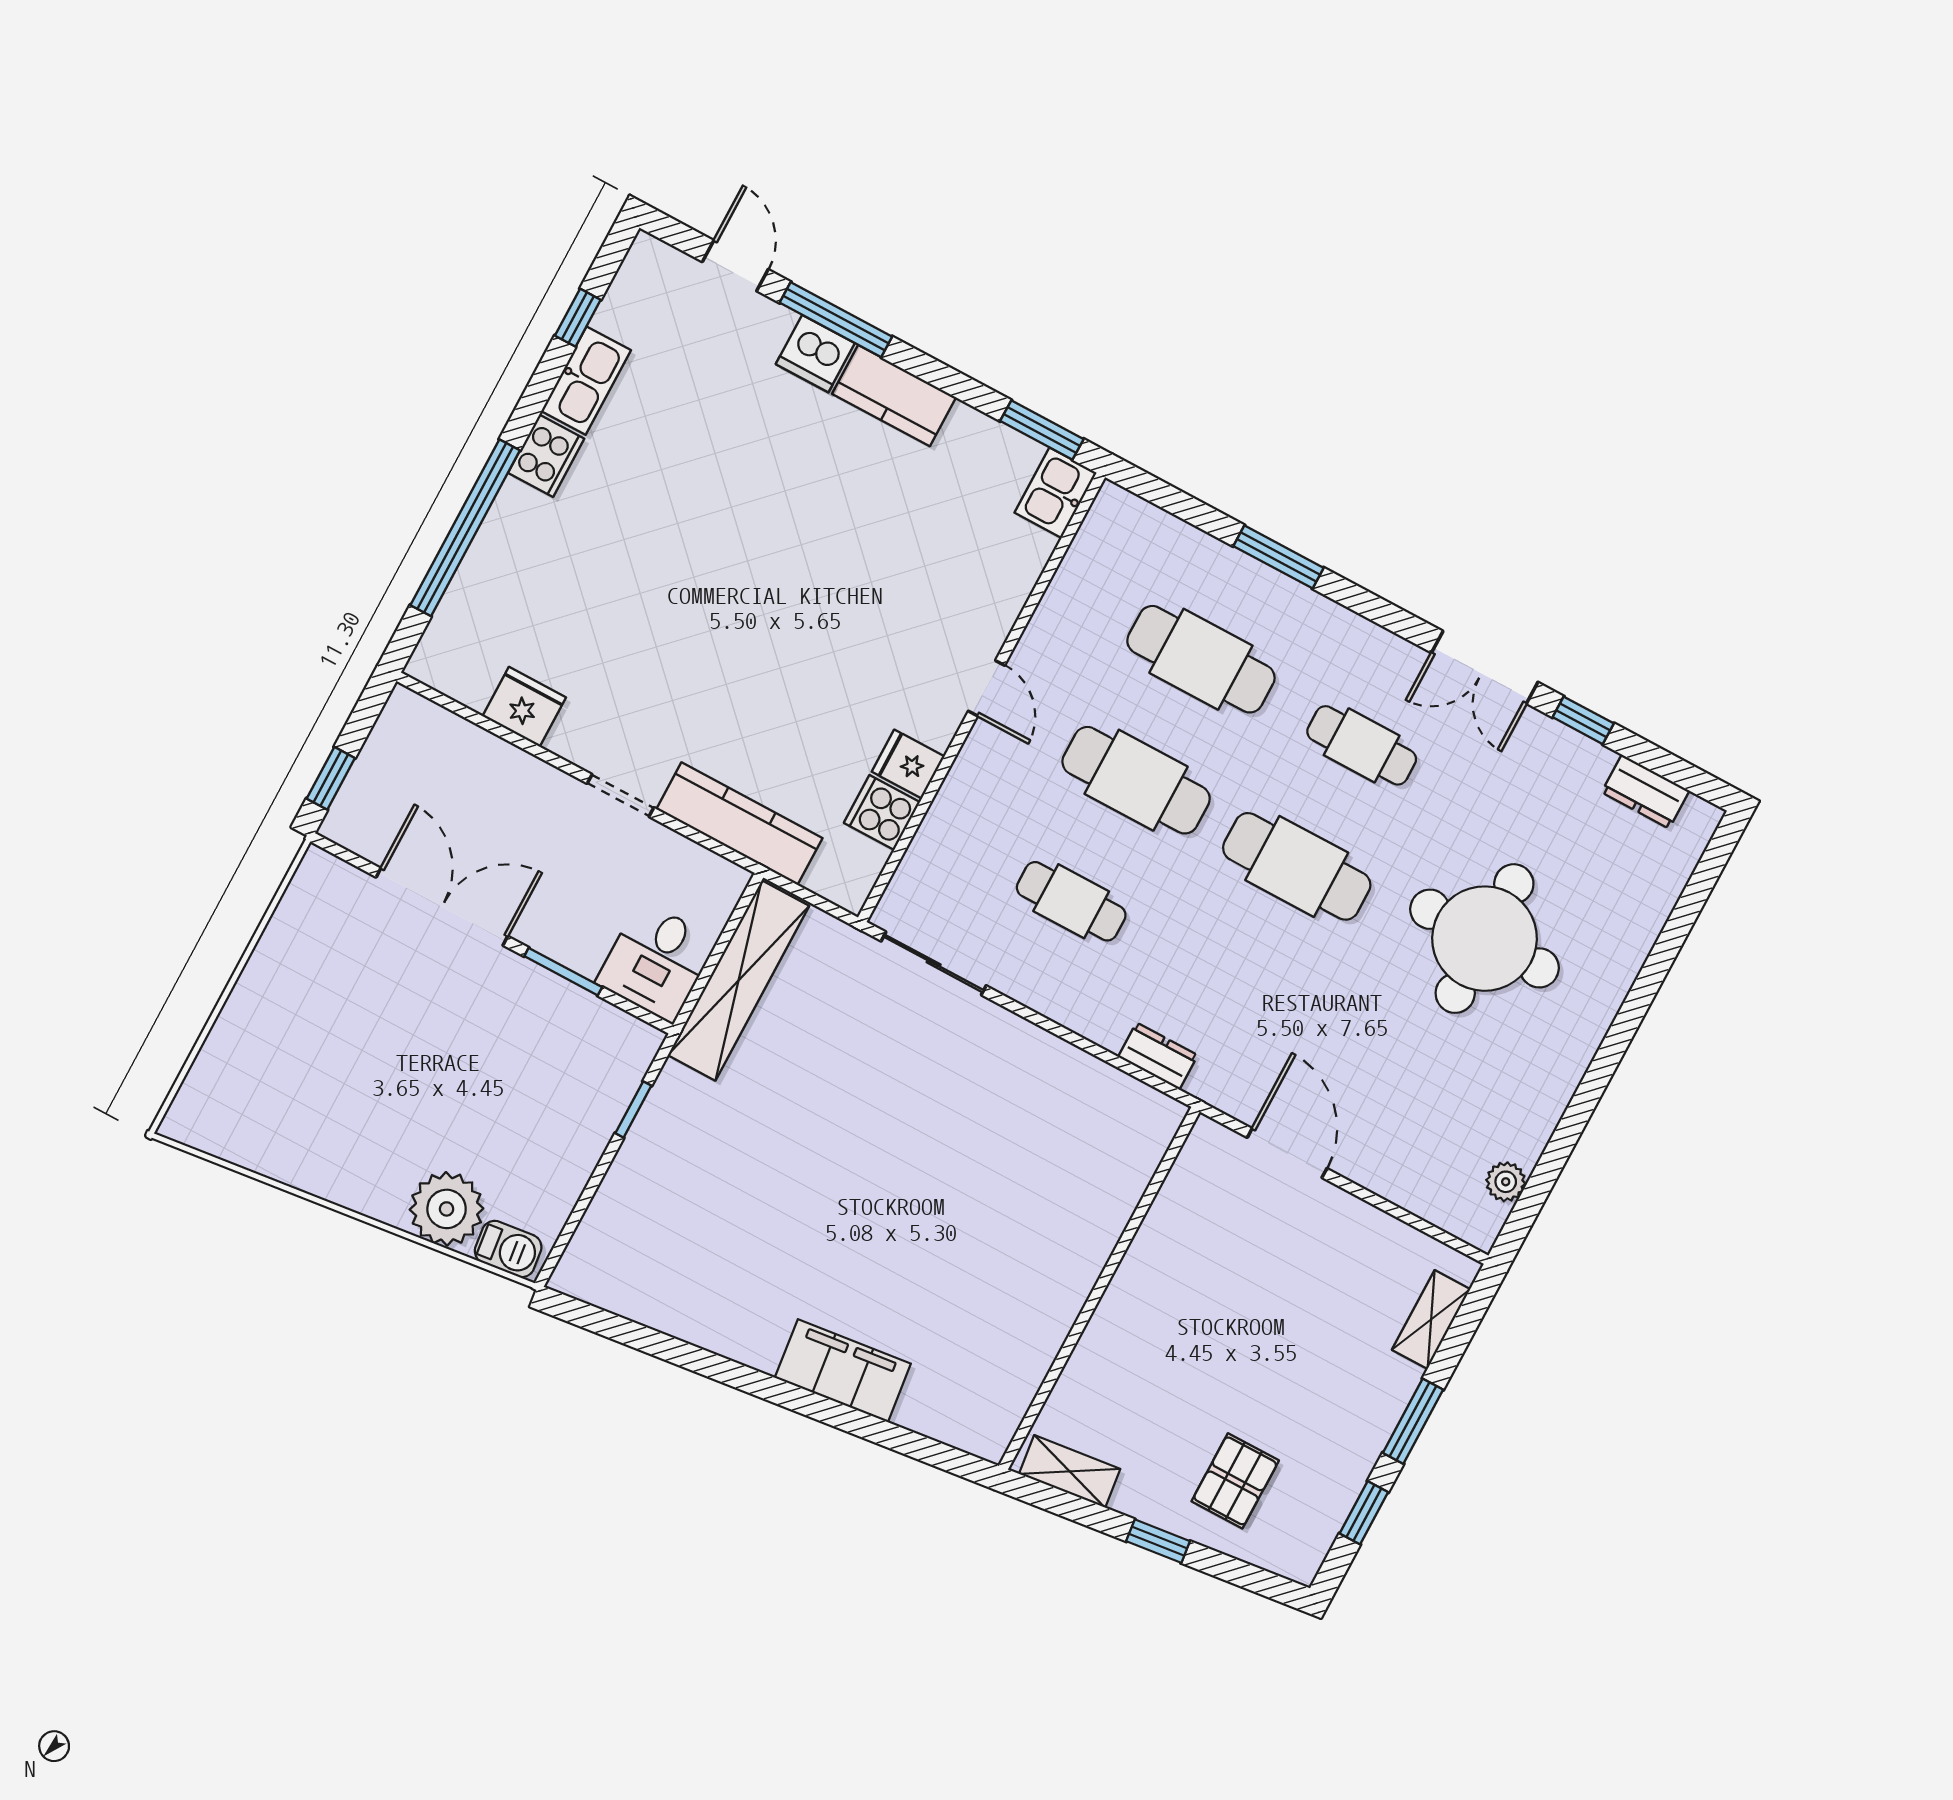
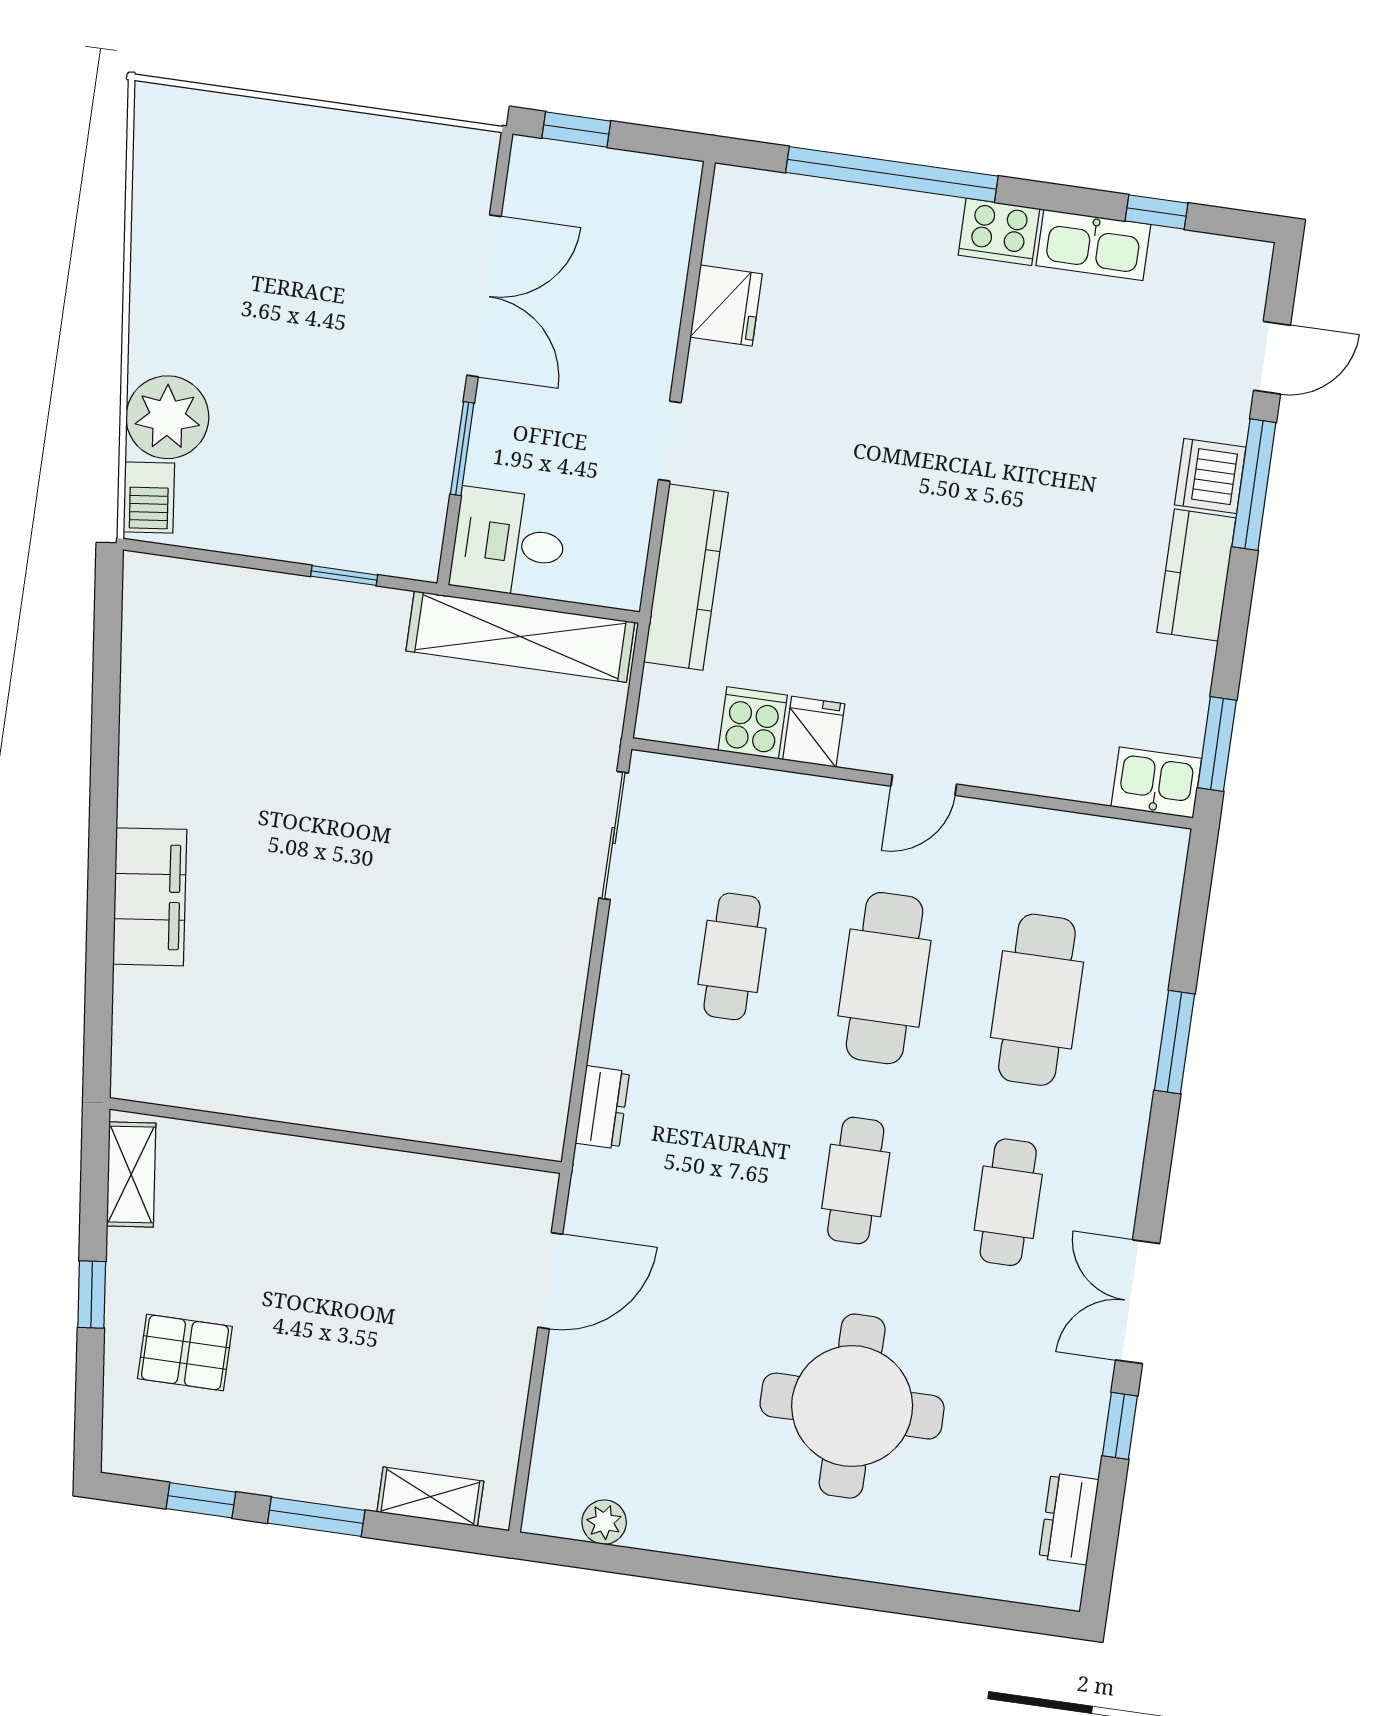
cafe table: (1297, 866) -> (856, 1181), width x0.73, depth x0.74

